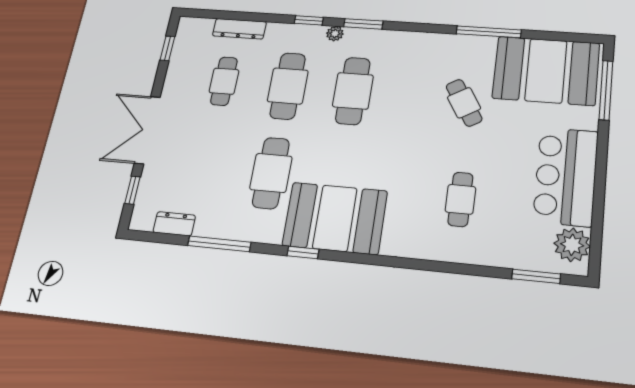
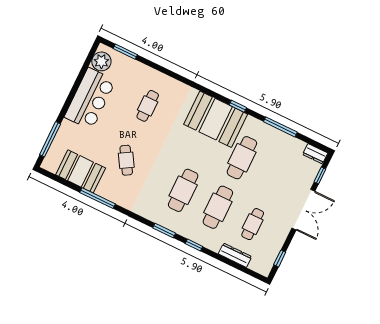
plant: (335, 34) -> (182, 231), removed
booth: (546, 71) -> (81, 171), width x0.73, depth x0.70
dresser: (174, 224) -> (315, 154), moved

